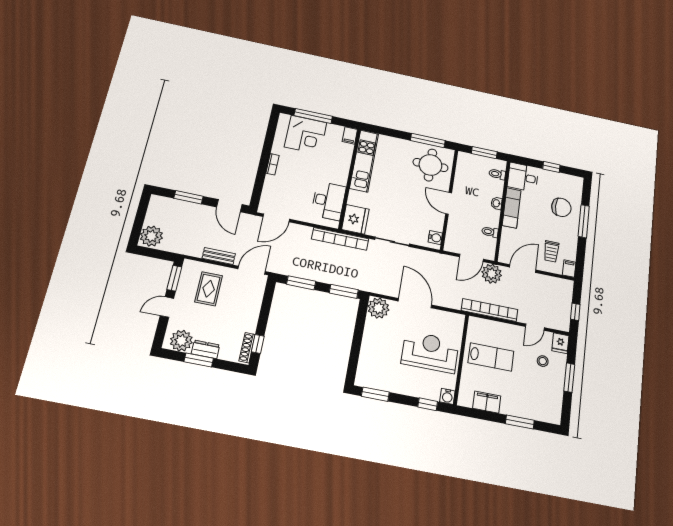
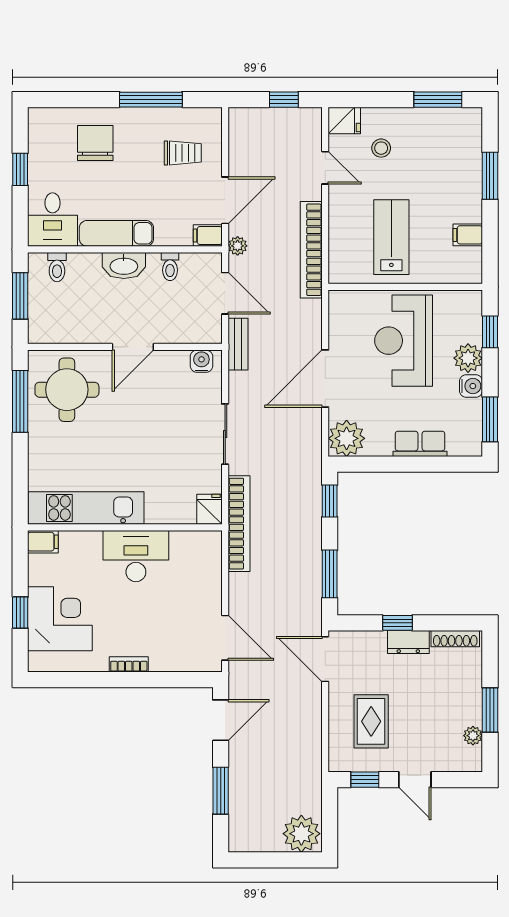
window: (313, 116) -> (20, 613), width x0.46
desk: (328, 201) -> (136, 556), moved
washbasin: (497, 203) -> (124, 265), width x1.91, depth x1.45
fridge: (355, 219) -> (209, 509), width x0.53, depth x0.75
window: (584, 221) -> (151, 100), moved
bench: (219, 256) -> (238, 344), moved
door: (523, 269) -> (225, 200), swing flipped
filing cabinet: (569, 269) -> (208, 236), moved
plant: (492, 274) -> (238, 246), width x0.53, depth x0.53
window: (174, 278) -> (365, 780), width x0.67
rug: (209, 289) -> (371, 721), turned 90
window: (344, 291) -> (330, 501), width x0.67
plant: (181, 341) -> (473, 736), width x0.53, depth x0.53
window: (258, 344) -> (397, 623), moved
dresser: (205, 349) -> (408, 642), moved, turned -90
row of seats: (368, 350) -> (420, 444), added
window: (569, 378) -> (438, 100), moved
plant: (414, 388) -> (468, 358), added
water cooler: (447, 396) -> (471, 386), moved
filing cabinet: (487, 402) -> (468, 235), width x0.50

